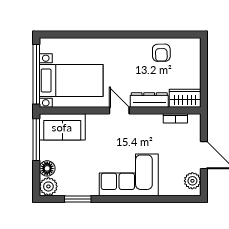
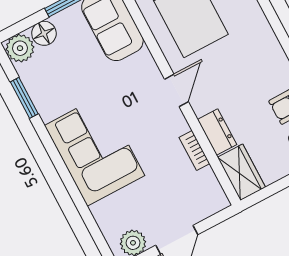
dresser: (149, 100) -> (217, 132), width x0.70
bookcase: (175, 118) -> (194, 151), moved

